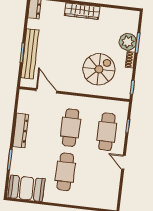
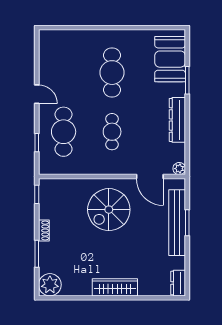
plant: (128, 42) -> (50, 285), moved
spiral stairs: (99, 69) -> (109, 210), moved
plant: (24, 94) -> (179, 169), added
cafe table: (71, 128) -> (112, 132), width x0.73, depth x0.74
booth: (26, 188) -> (170, 59), moved, turned 90

